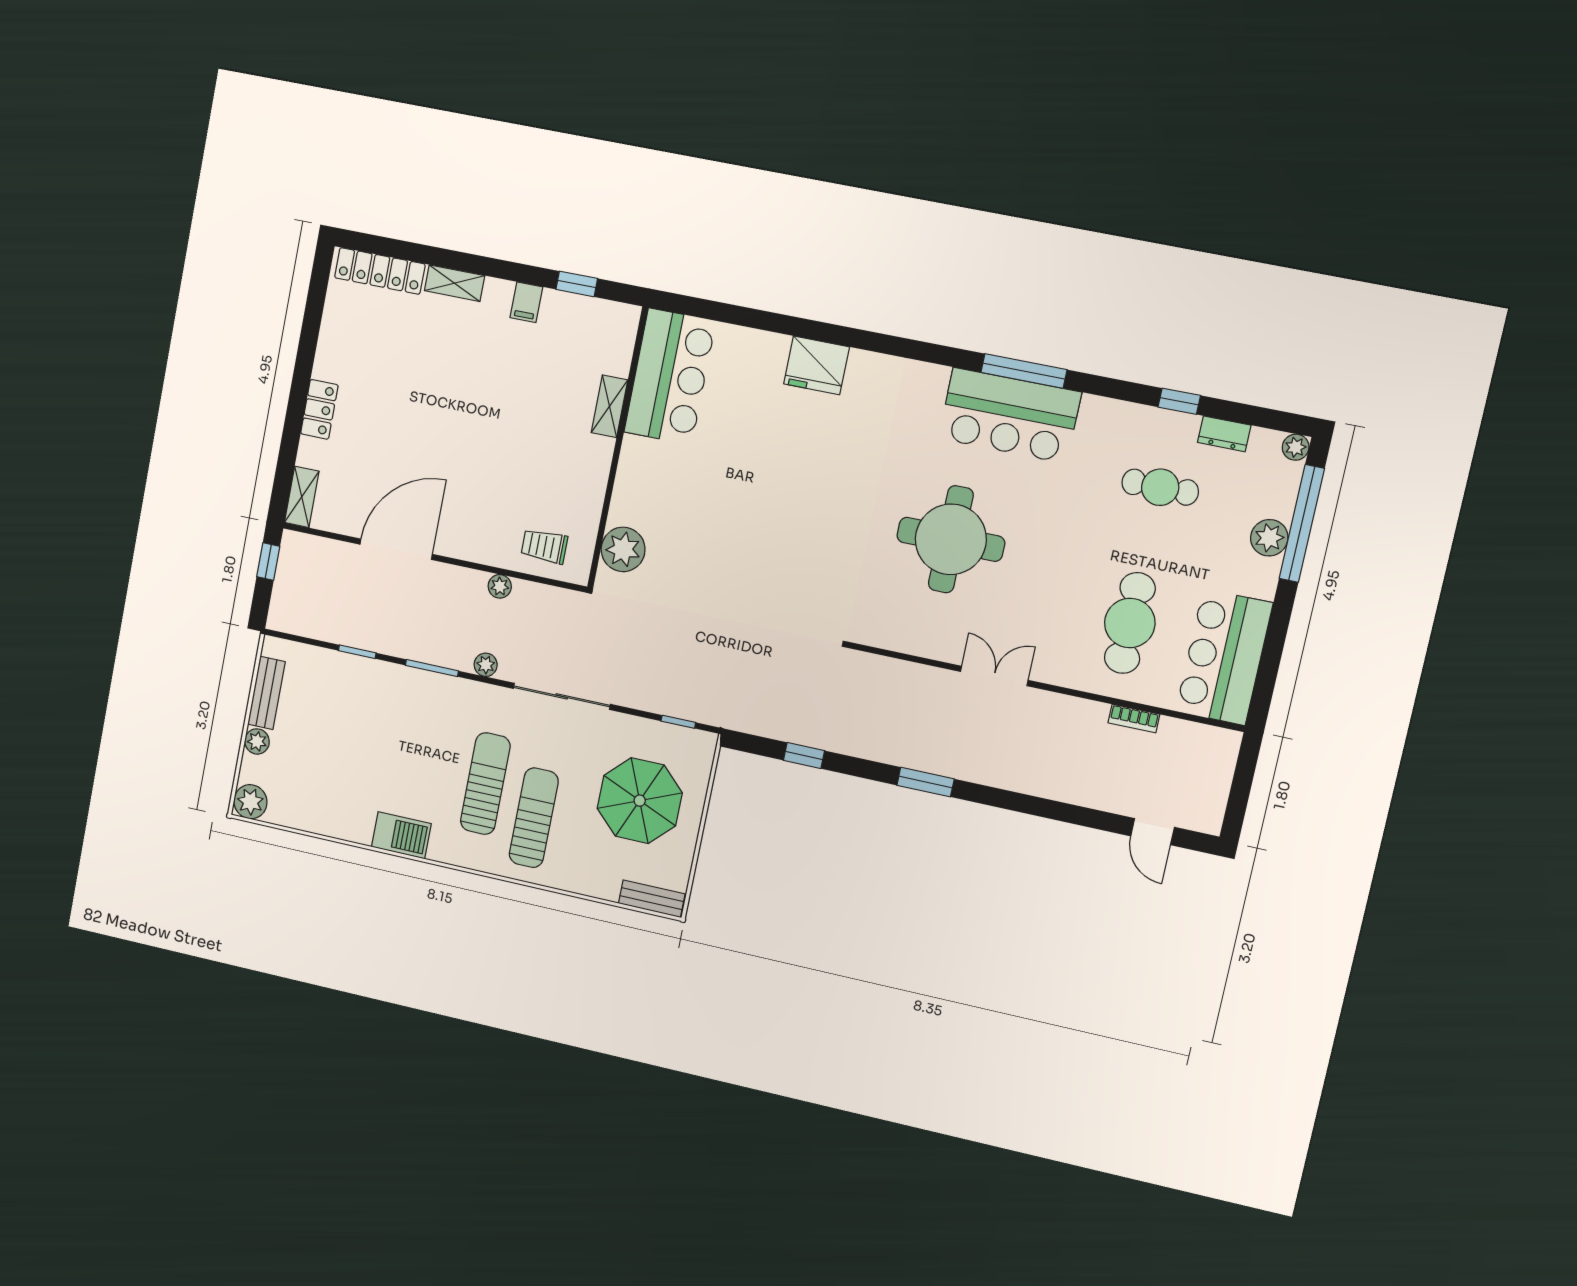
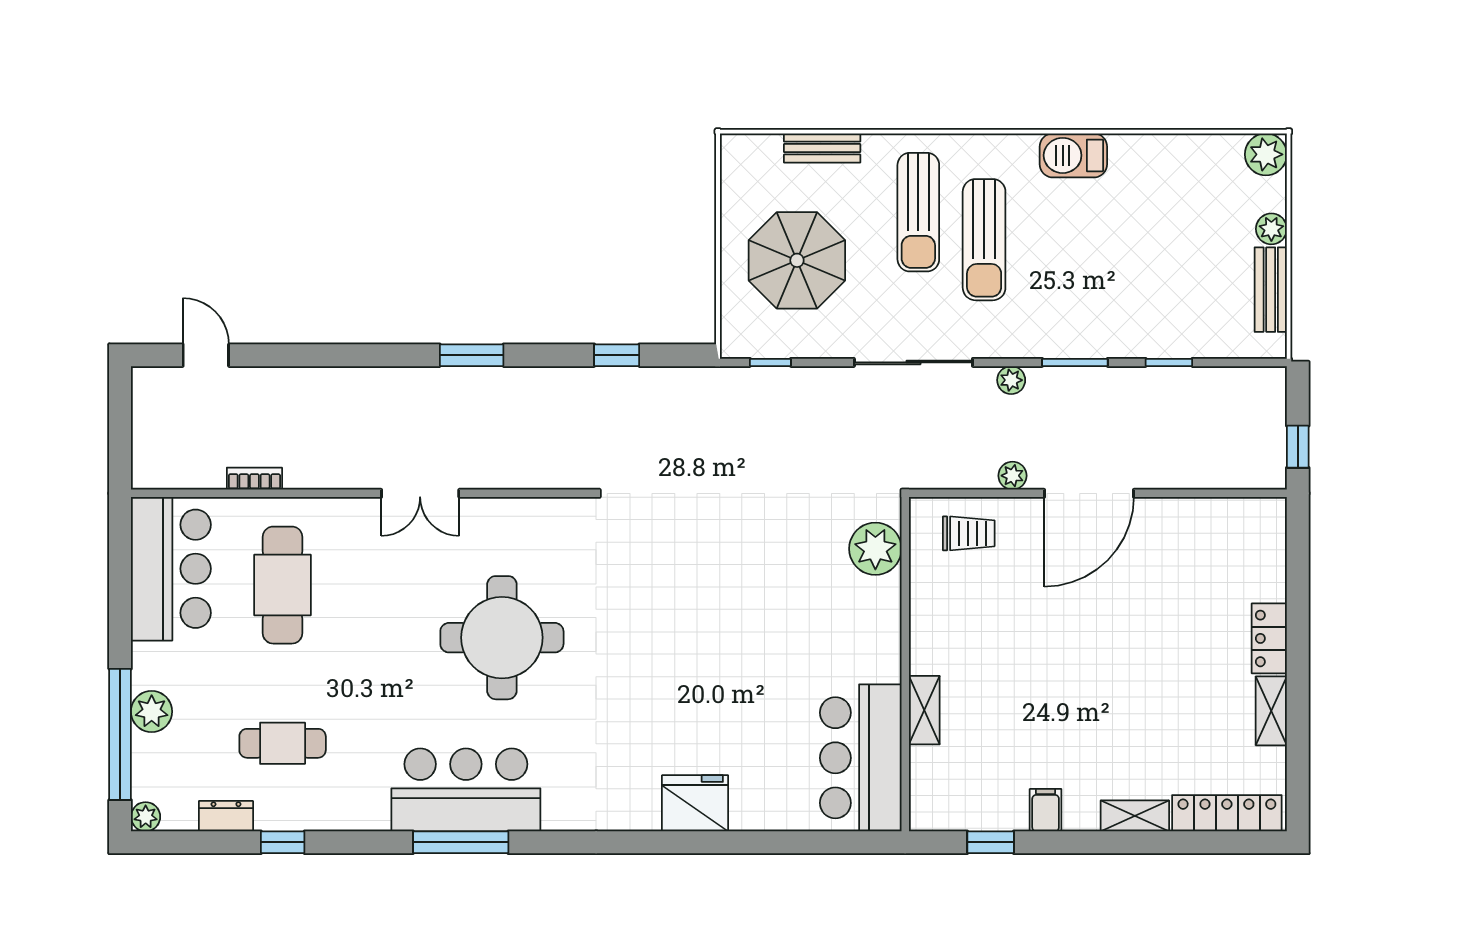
shelving: (302, 497) -> (1271, 711), moved
door: (396, 549) -> (1089, 493), moved
bench: (652, 899) -> (822, 148), moved

